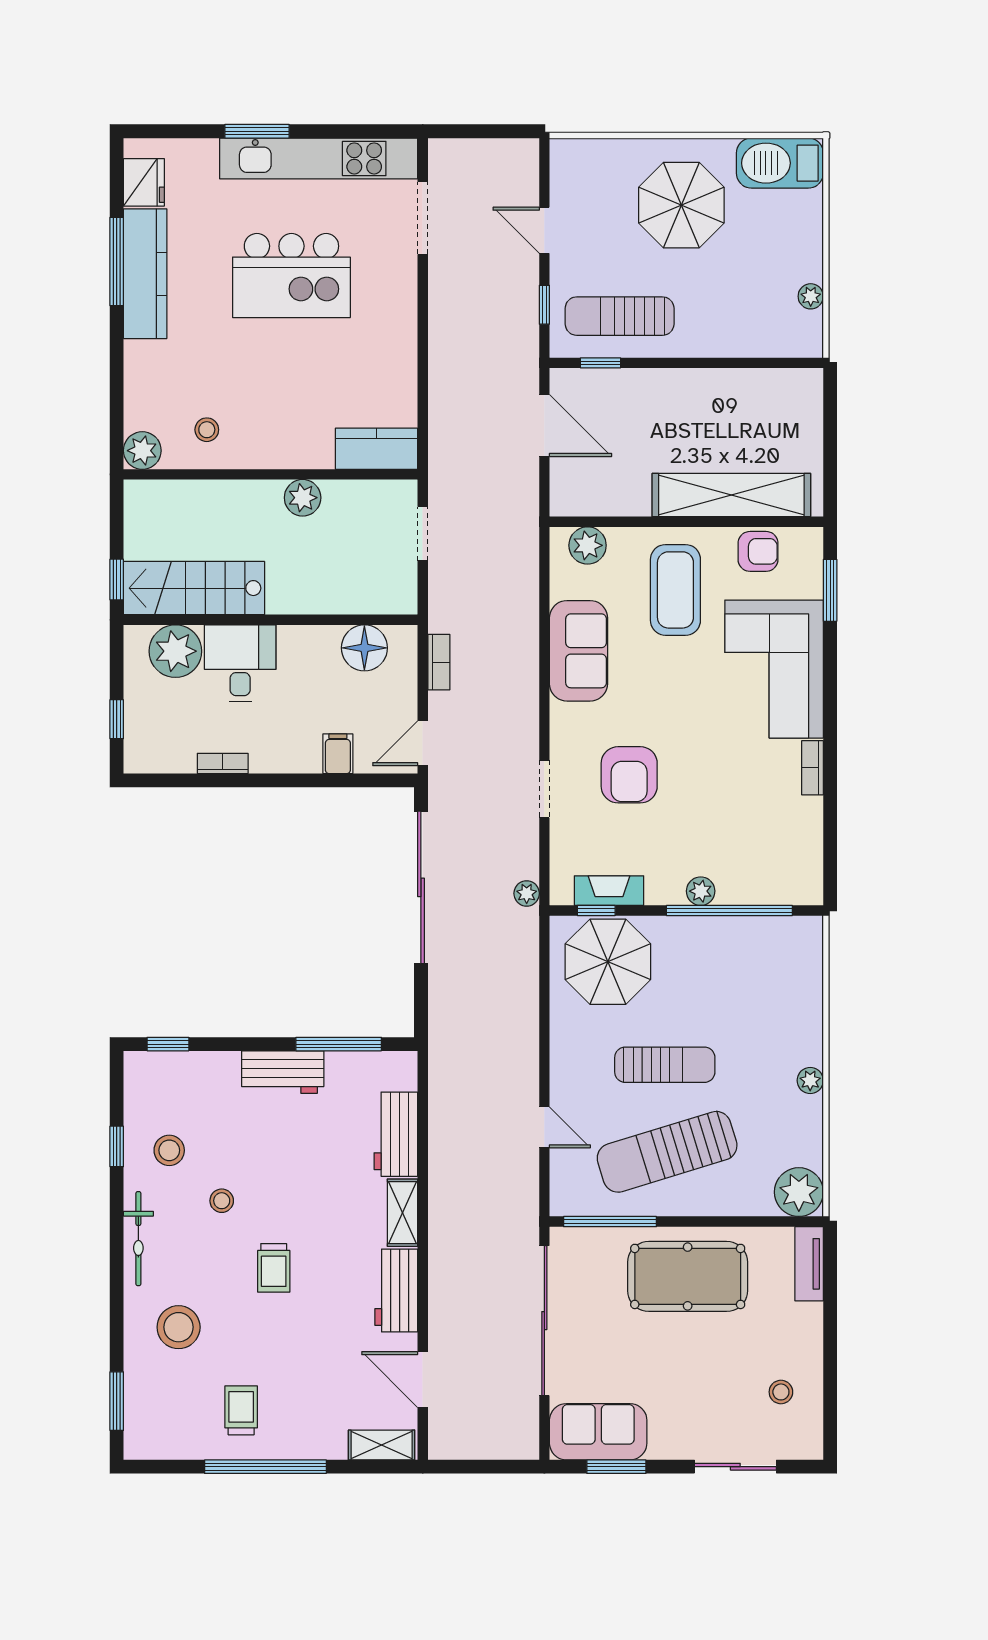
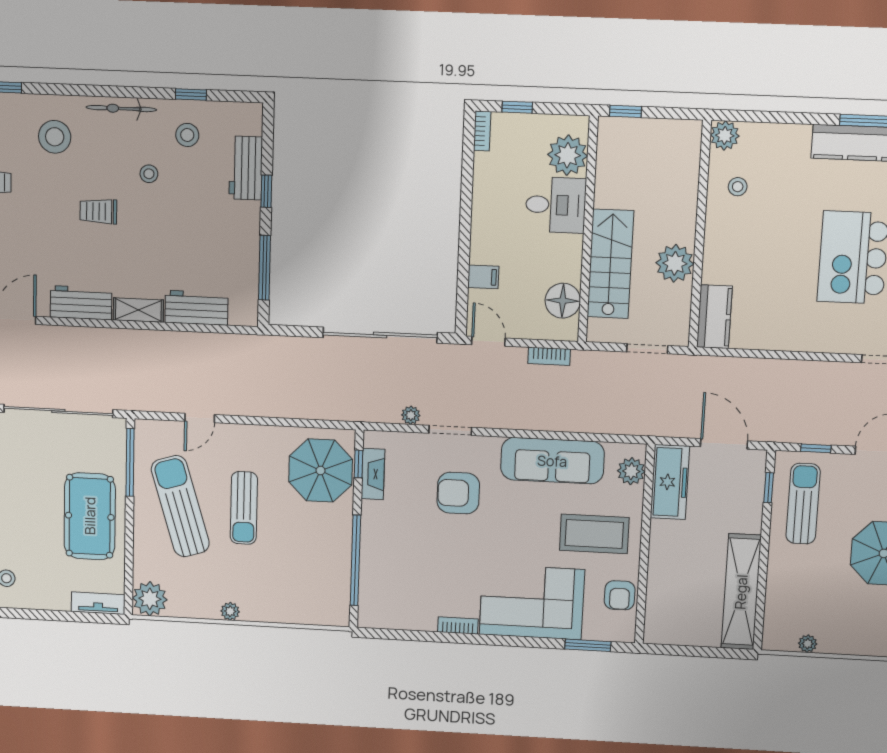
door: (544, 425) -> (724, 444), swing flipped
freezer: (599, 493) -> (670, 482), added
shelving: (731, 495) -> (741, 592), moved
plant: (303, 498) -> (675, 263), width x1.36, depth x1.36
stairs: (194, 588) -> (610, 264), moved
sofa: (579, 651) -> (552, 461), width x1.36
bookcase: (223, 763) -> (482, 131), moved
plant: (701, 891) -> (370, 540), removed
plant: (527, 893) -> (411, 415), moved
window: (168, 1044) -> (266, 191), moved
workbench: (283, 1072) -> (246, 168), moved

